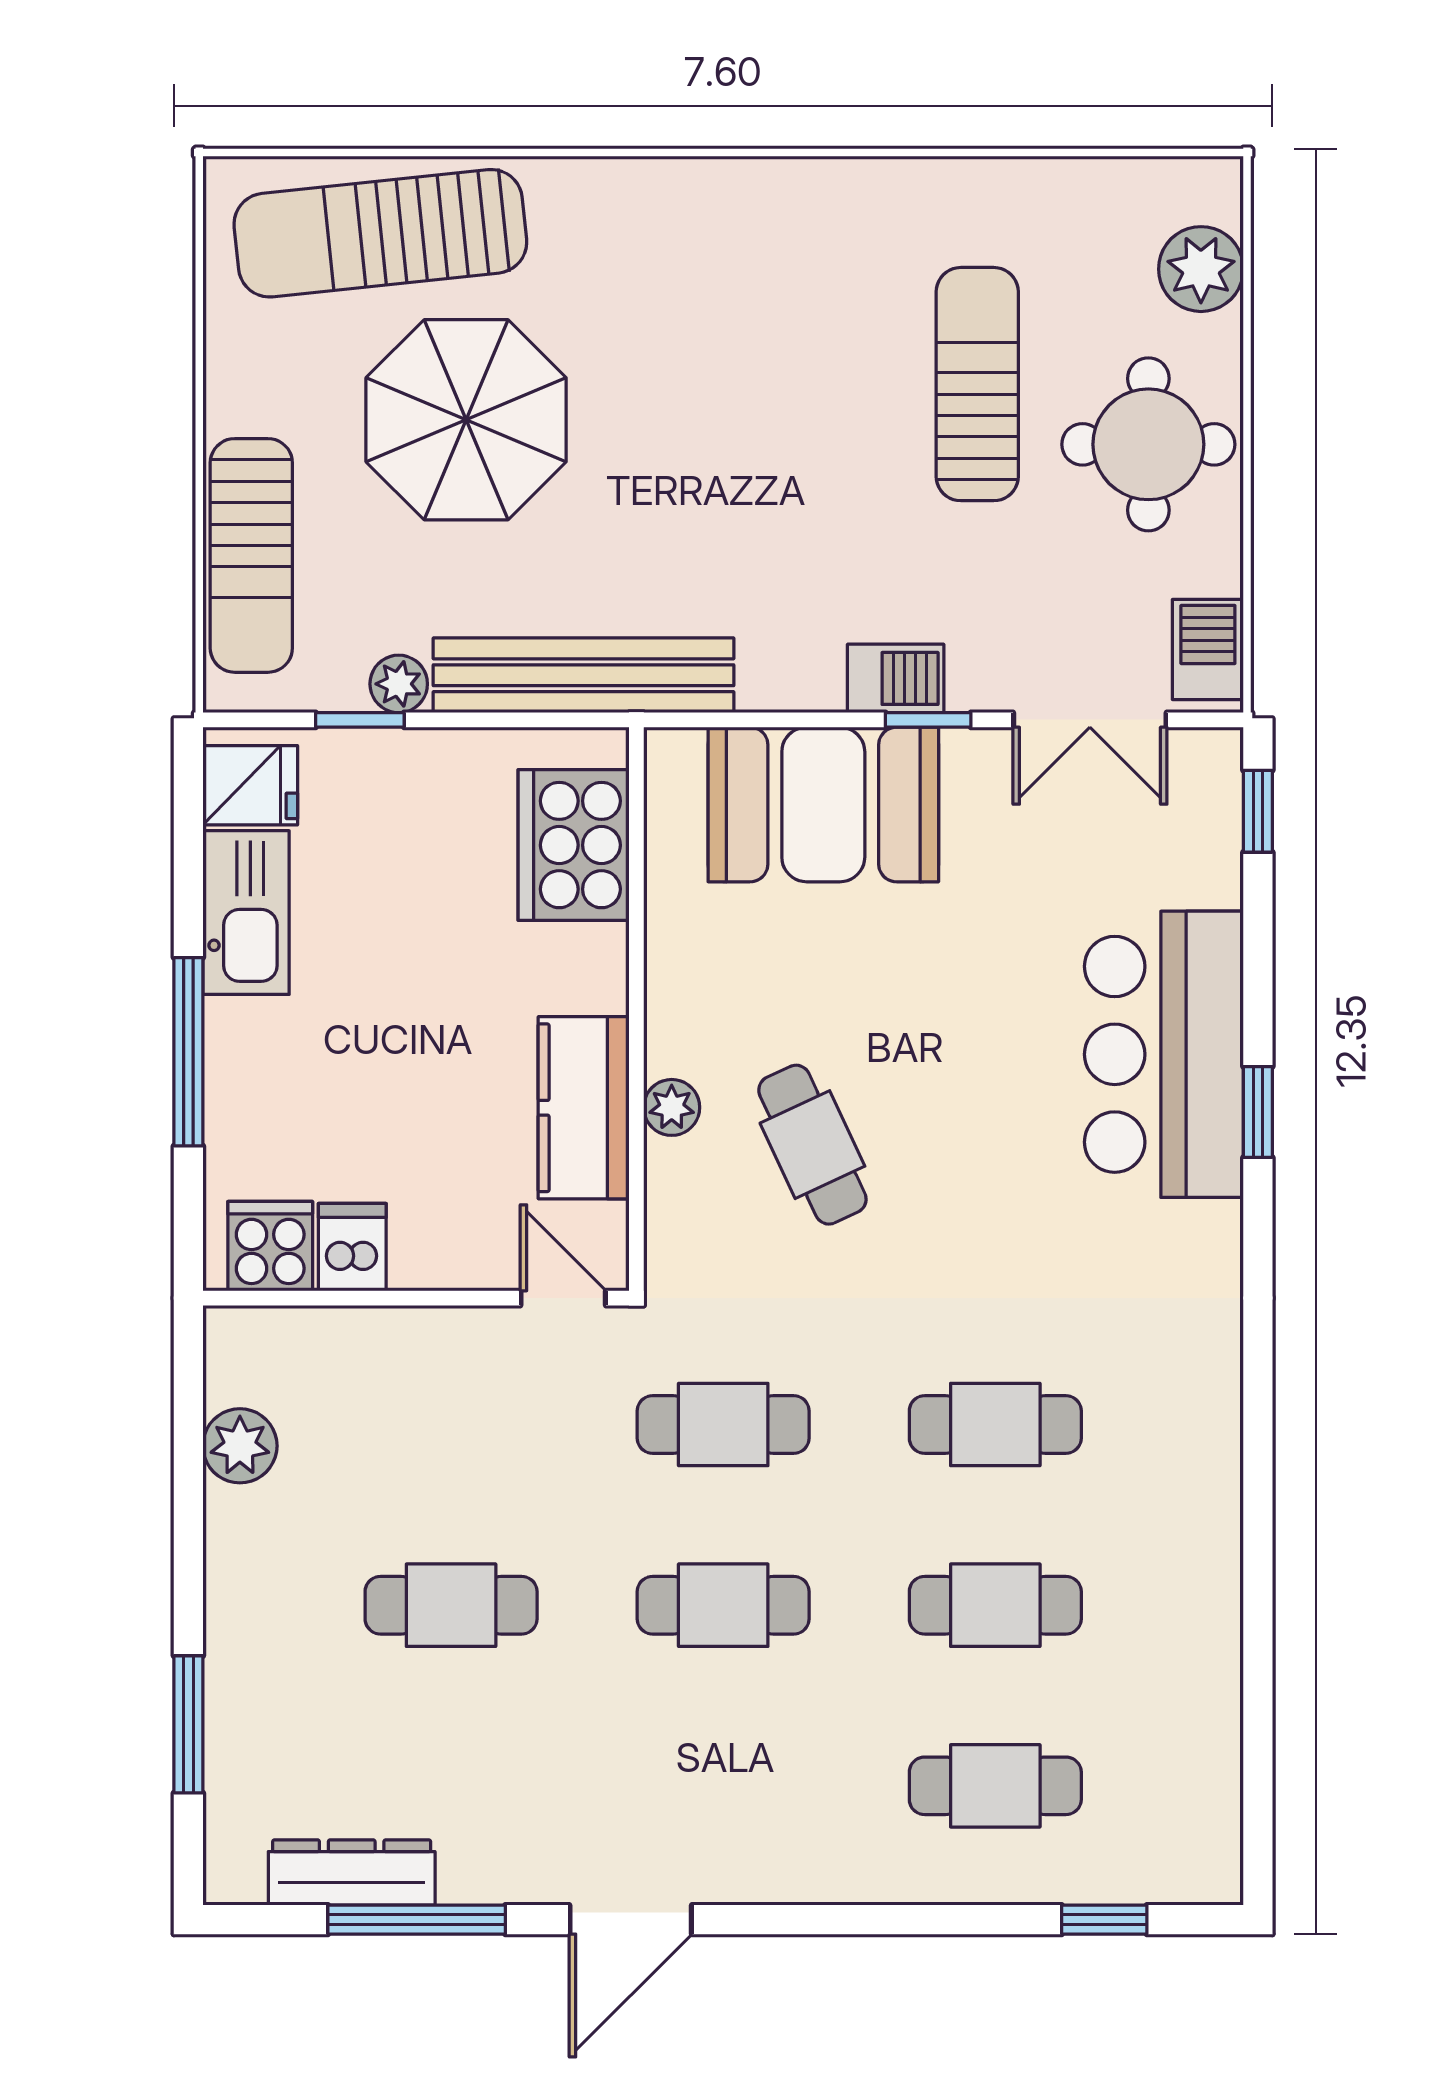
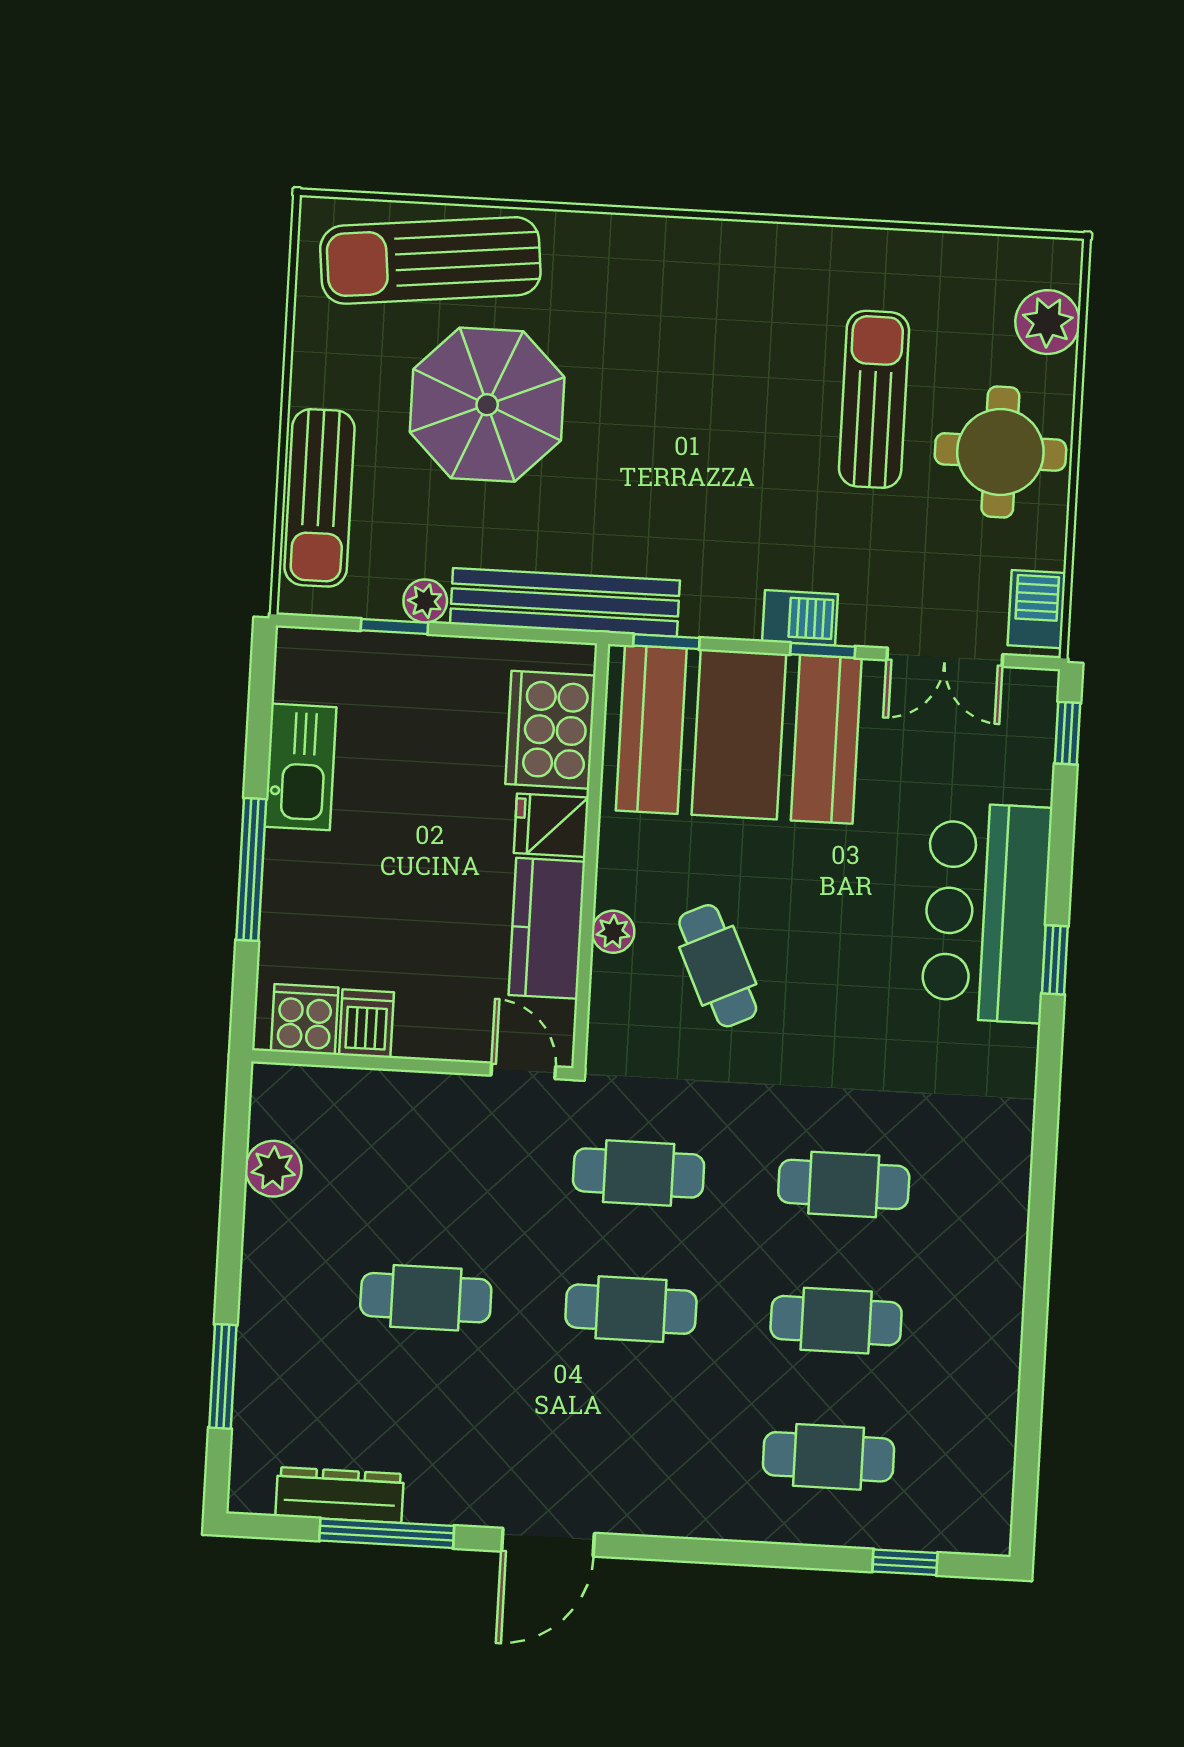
window: (721, 720) -> (666, 642), added
fridge: (250, 785) -> (551, 825), moved, turned 180
booth: (823, 804) -> (739, 734), width x1.36, depth x1.42

